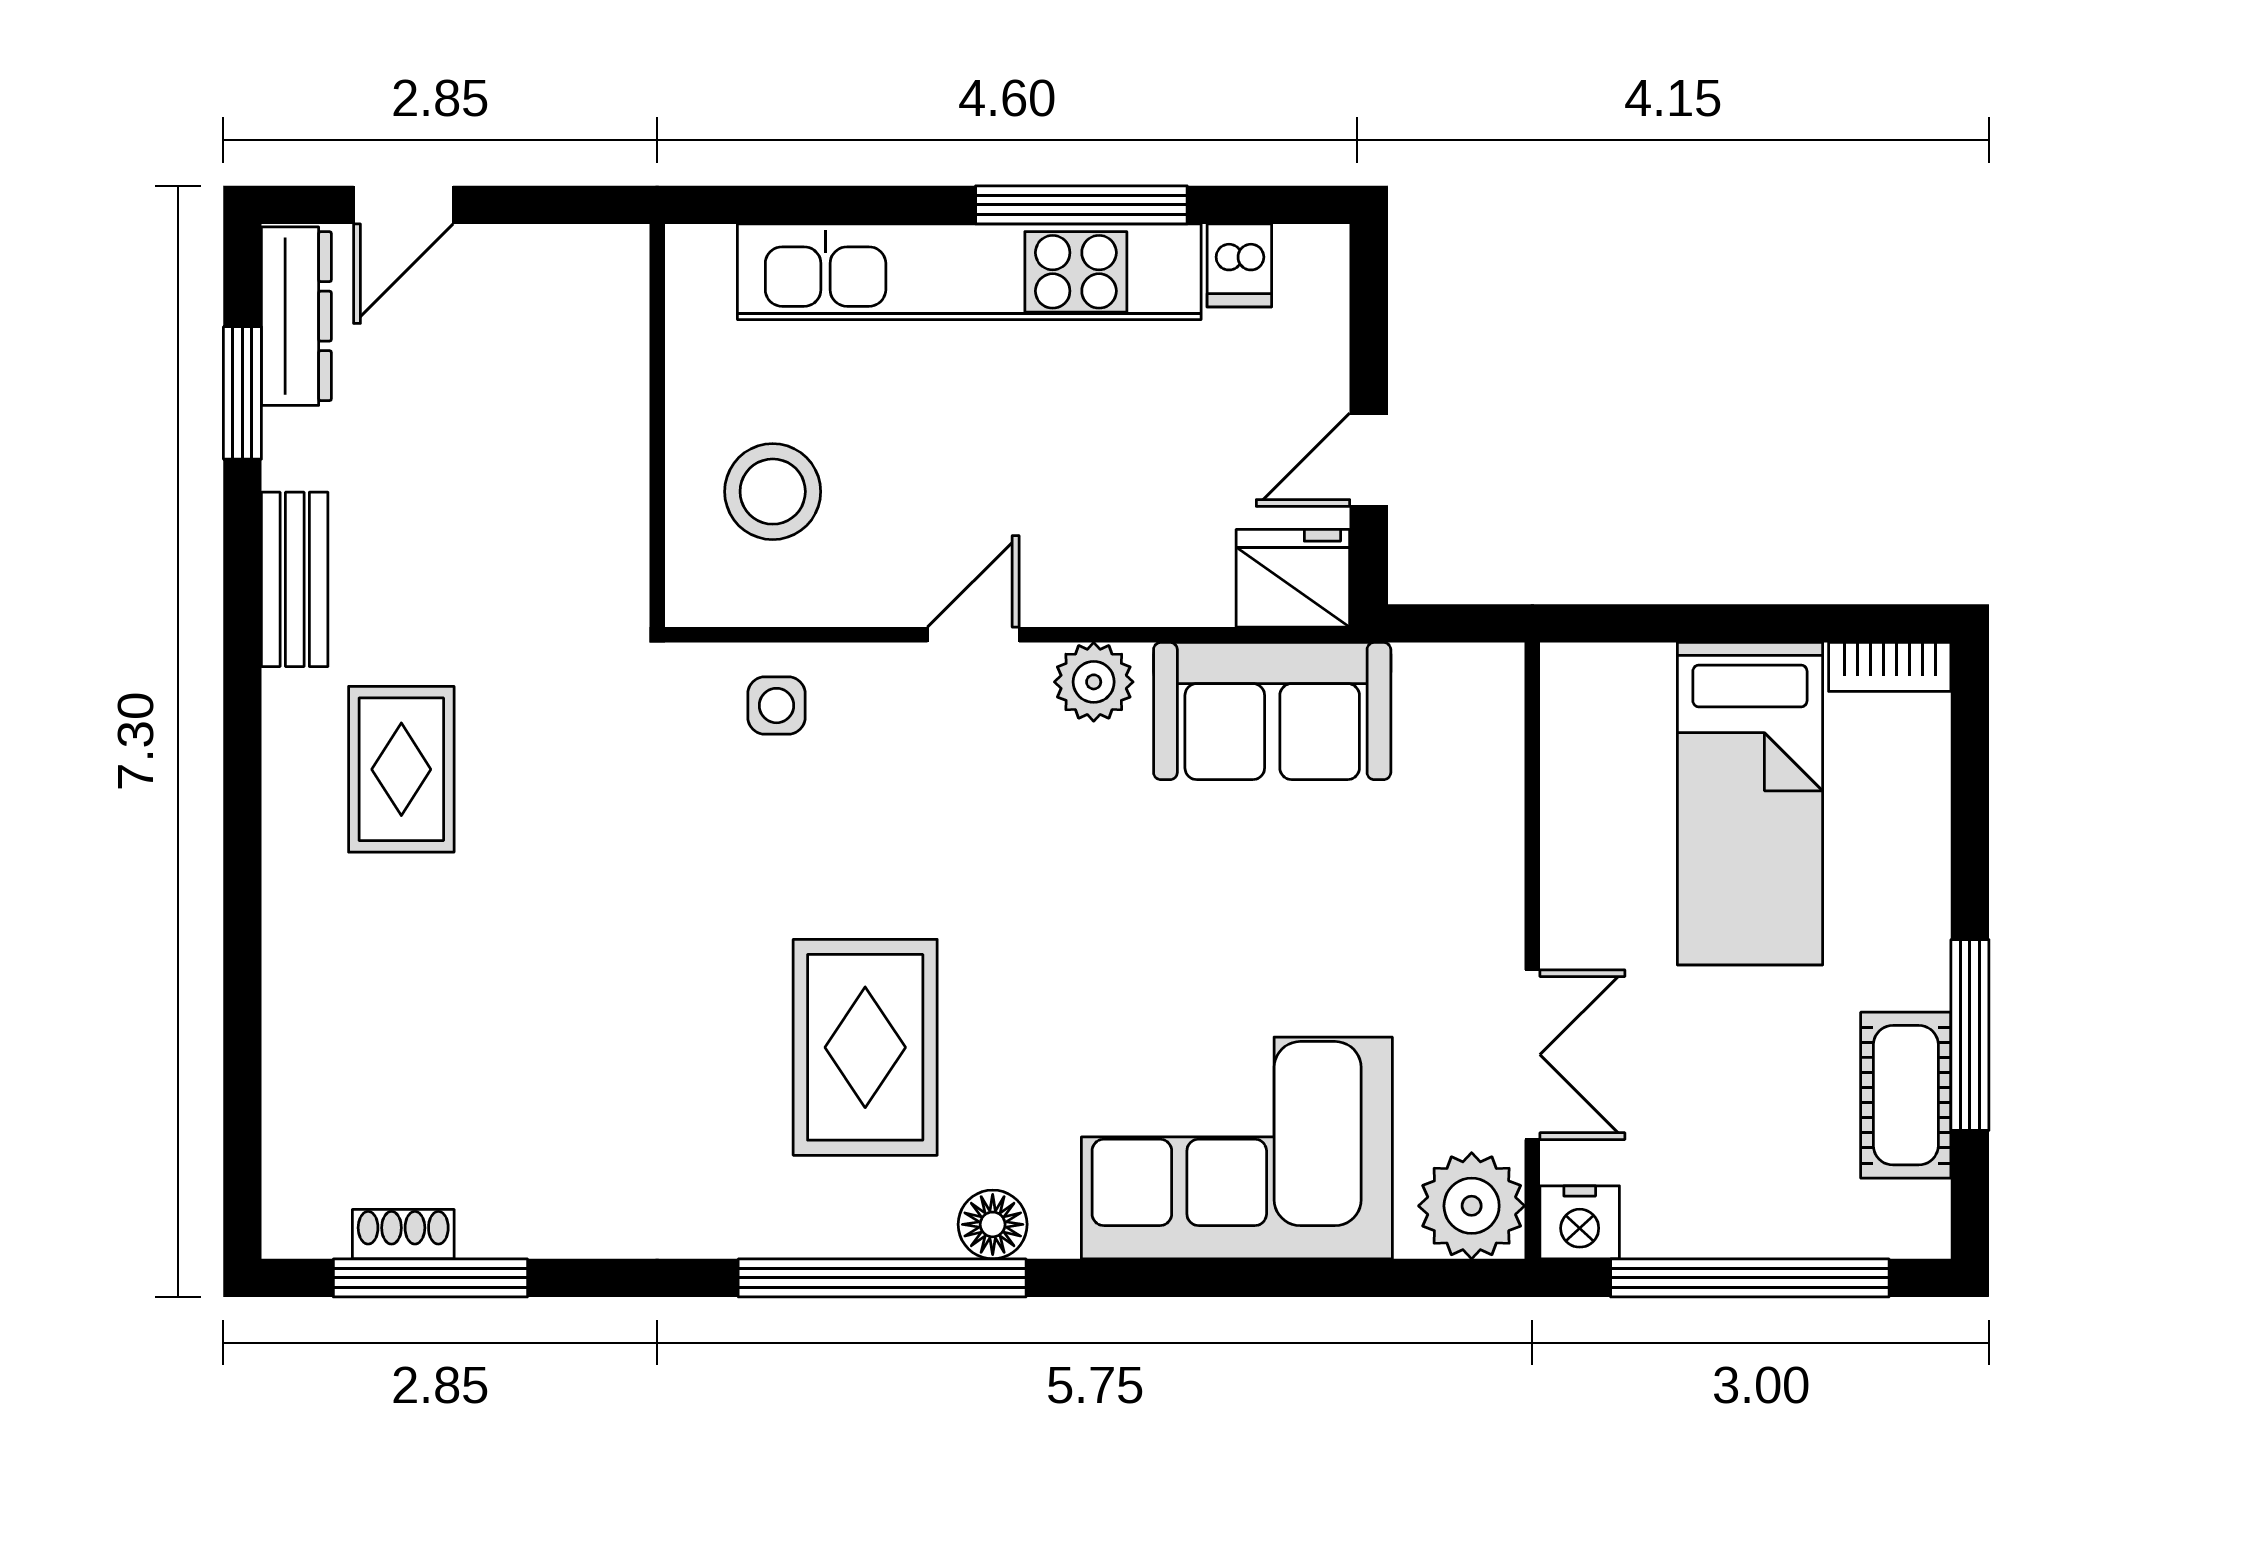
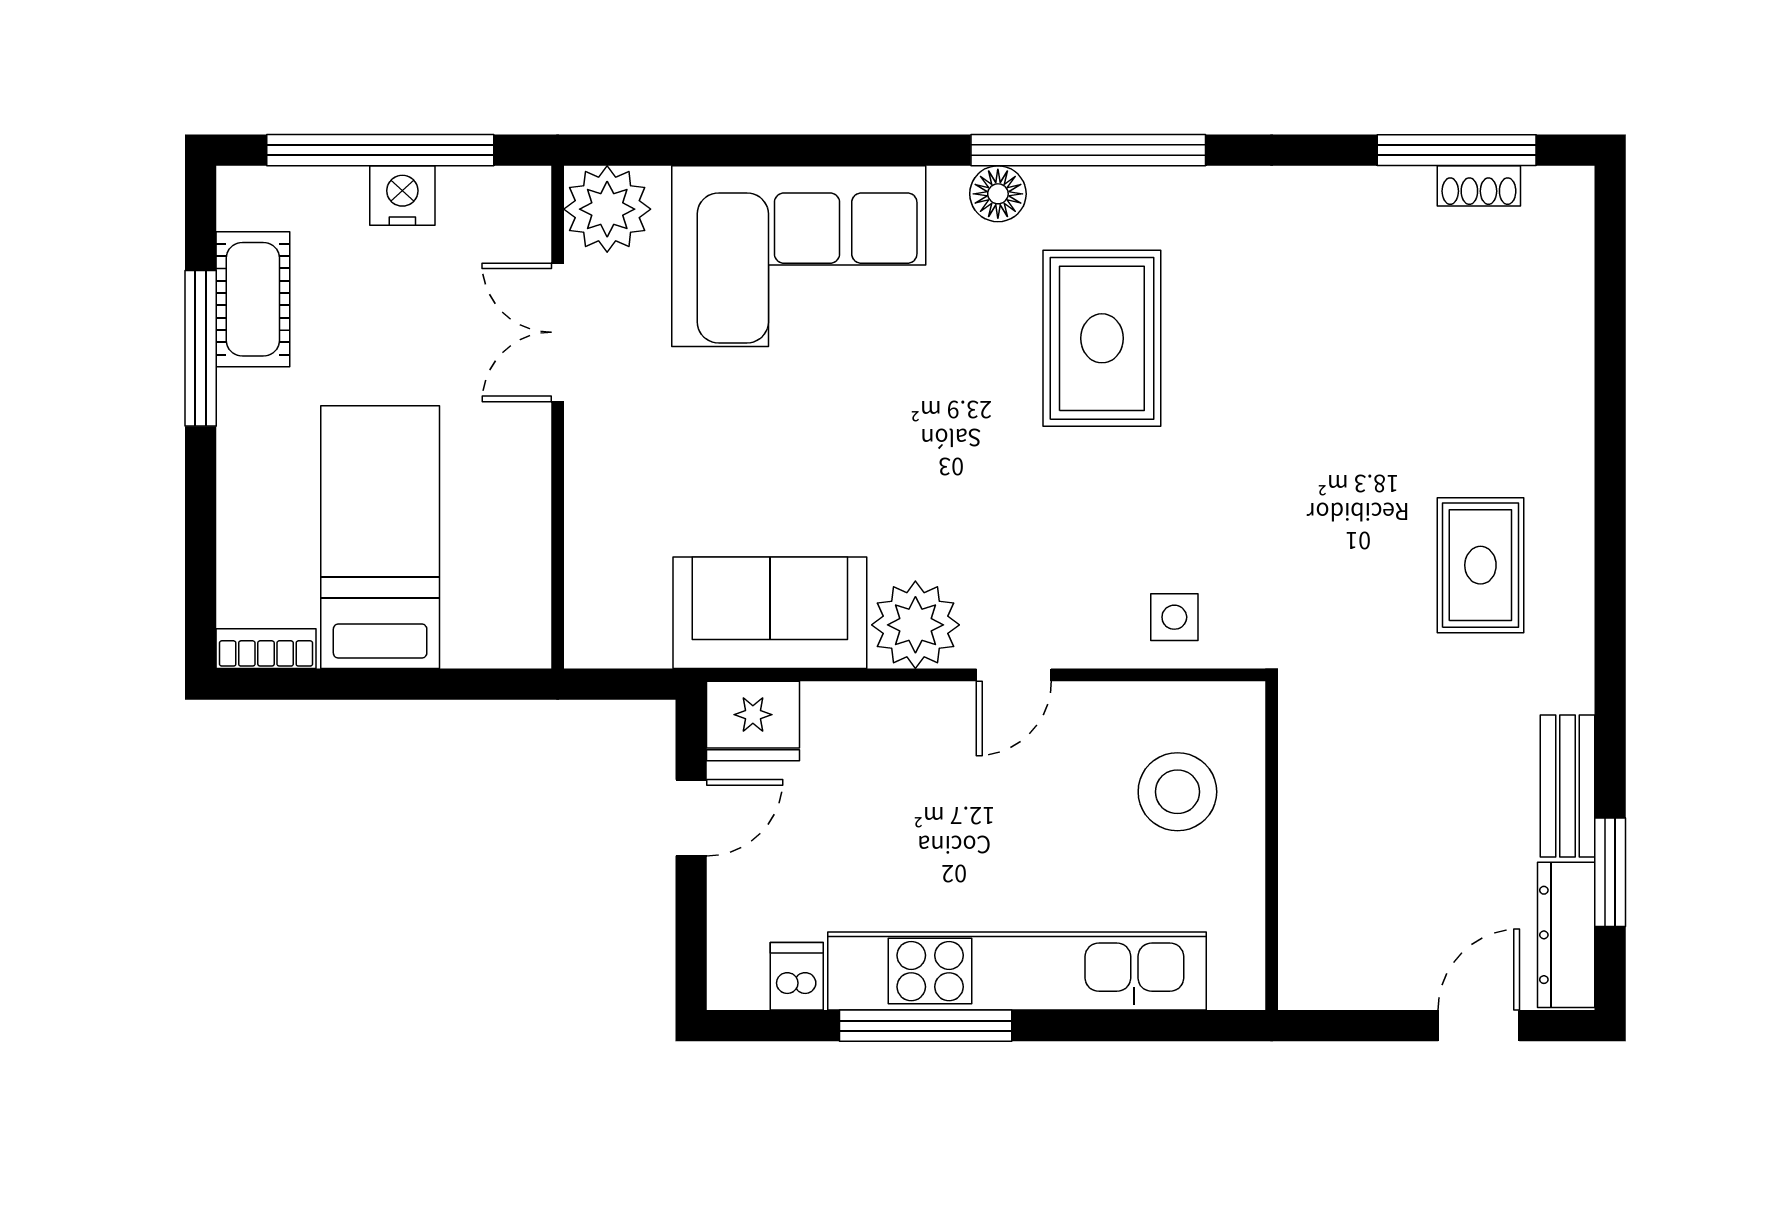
bench: (295, 579) -> (1567, 786), moved
plant: (1094, 682) -> (915, 625), width x1.36, depth x1.36
nightstand: (1580, 1222) -> (402, 195), moved

